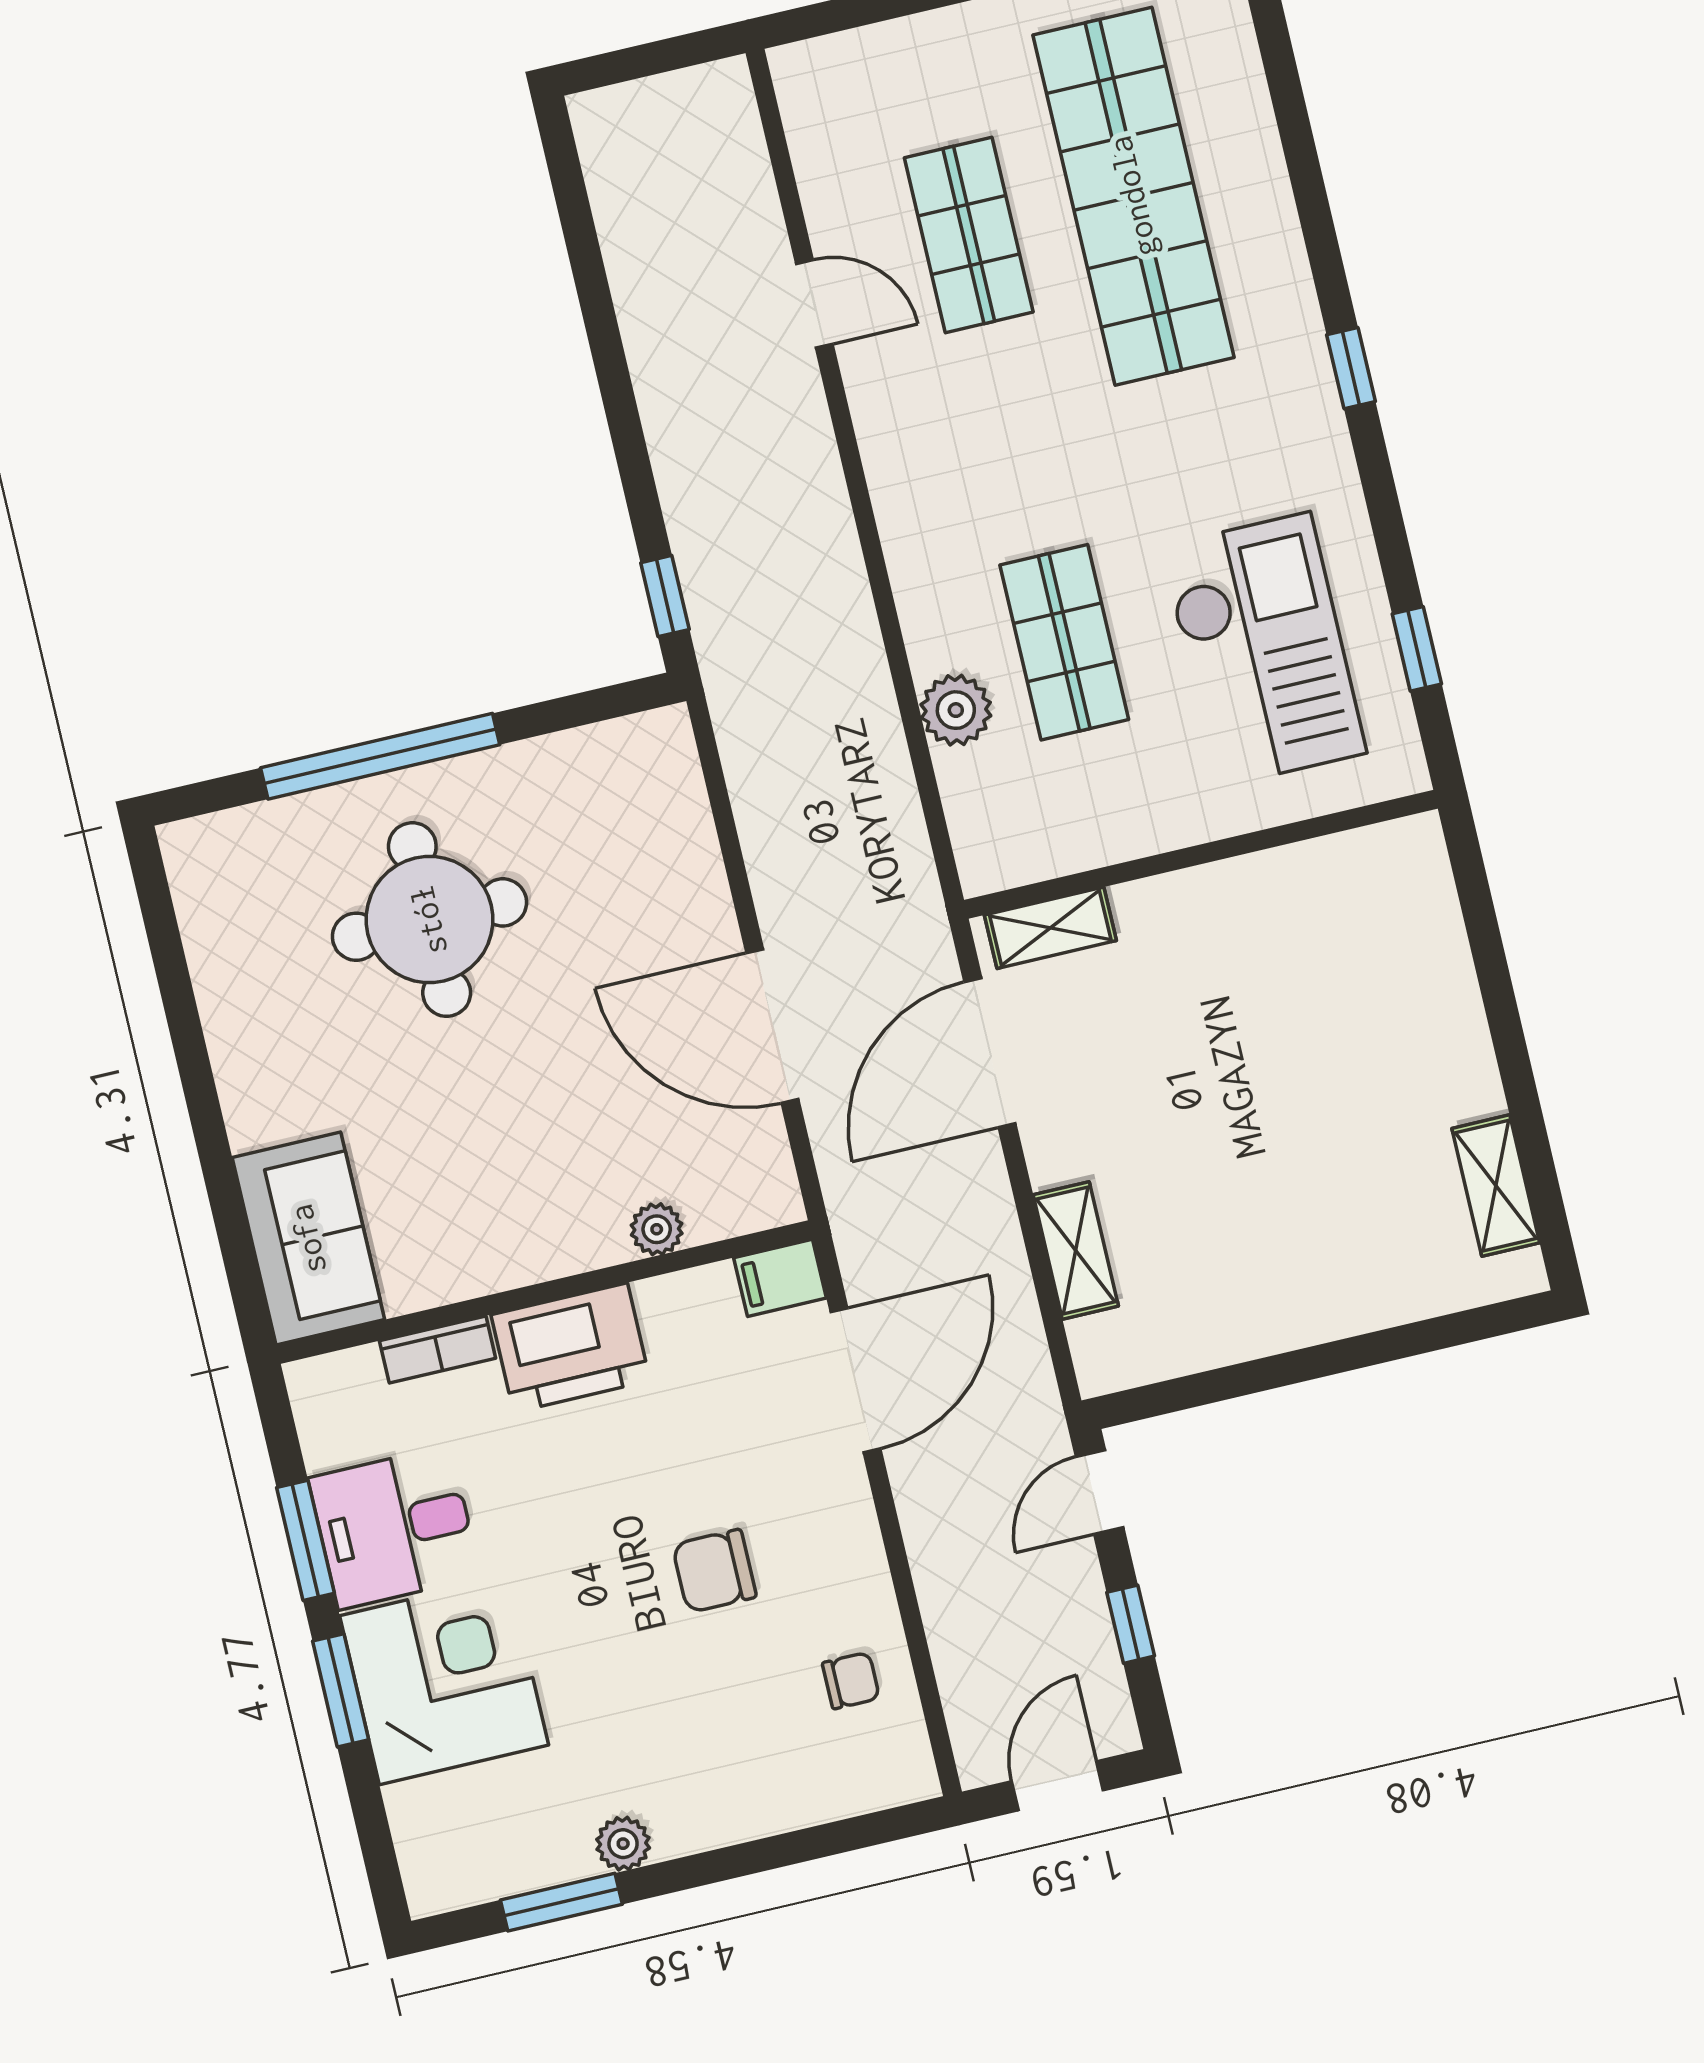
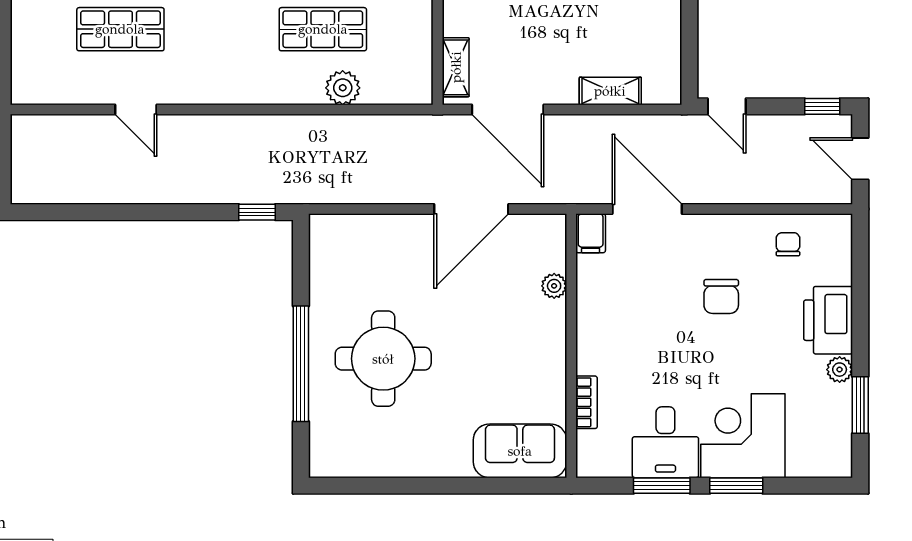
door: (814, 304) -> (136, 110), swing flipped
printer: (571, 1348) -> (828, 320), moved, turned 180
window: (1131, 1624) -> (822, 106), moved

